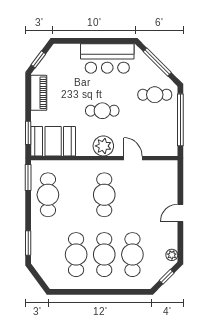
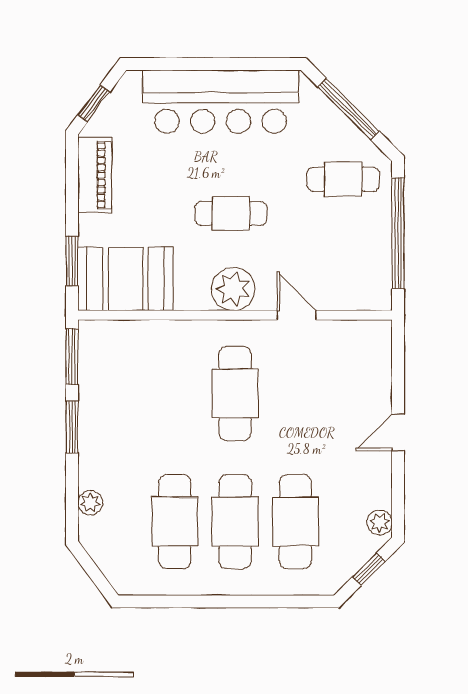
bar counter: (107, 59) -> (221, 102), width x1.36
cafe table: (48, 195) -> (114, 394), removed
window: (28, 243) -> (72, 427), moved
plant: (37, 246) -> (90, 503), added

